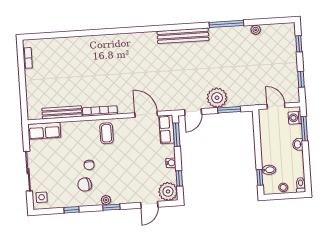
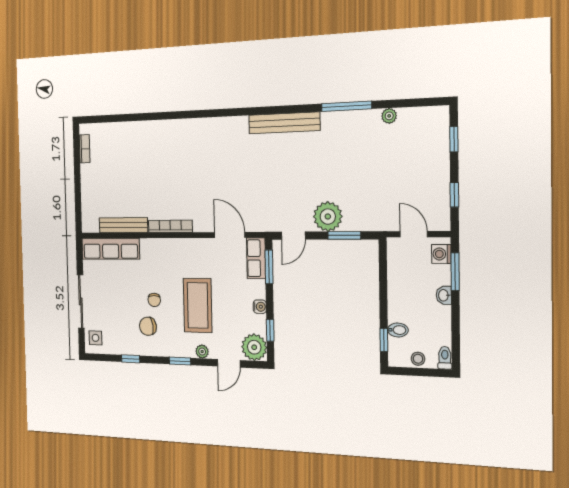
row of seats: (44, 131) -> (111, 249), width x1.48
coffee table: (107, 133) -> (198, 305), moved, width x1.86, depth x1.72
plant: (106, 200) -> (202, 352), moved

